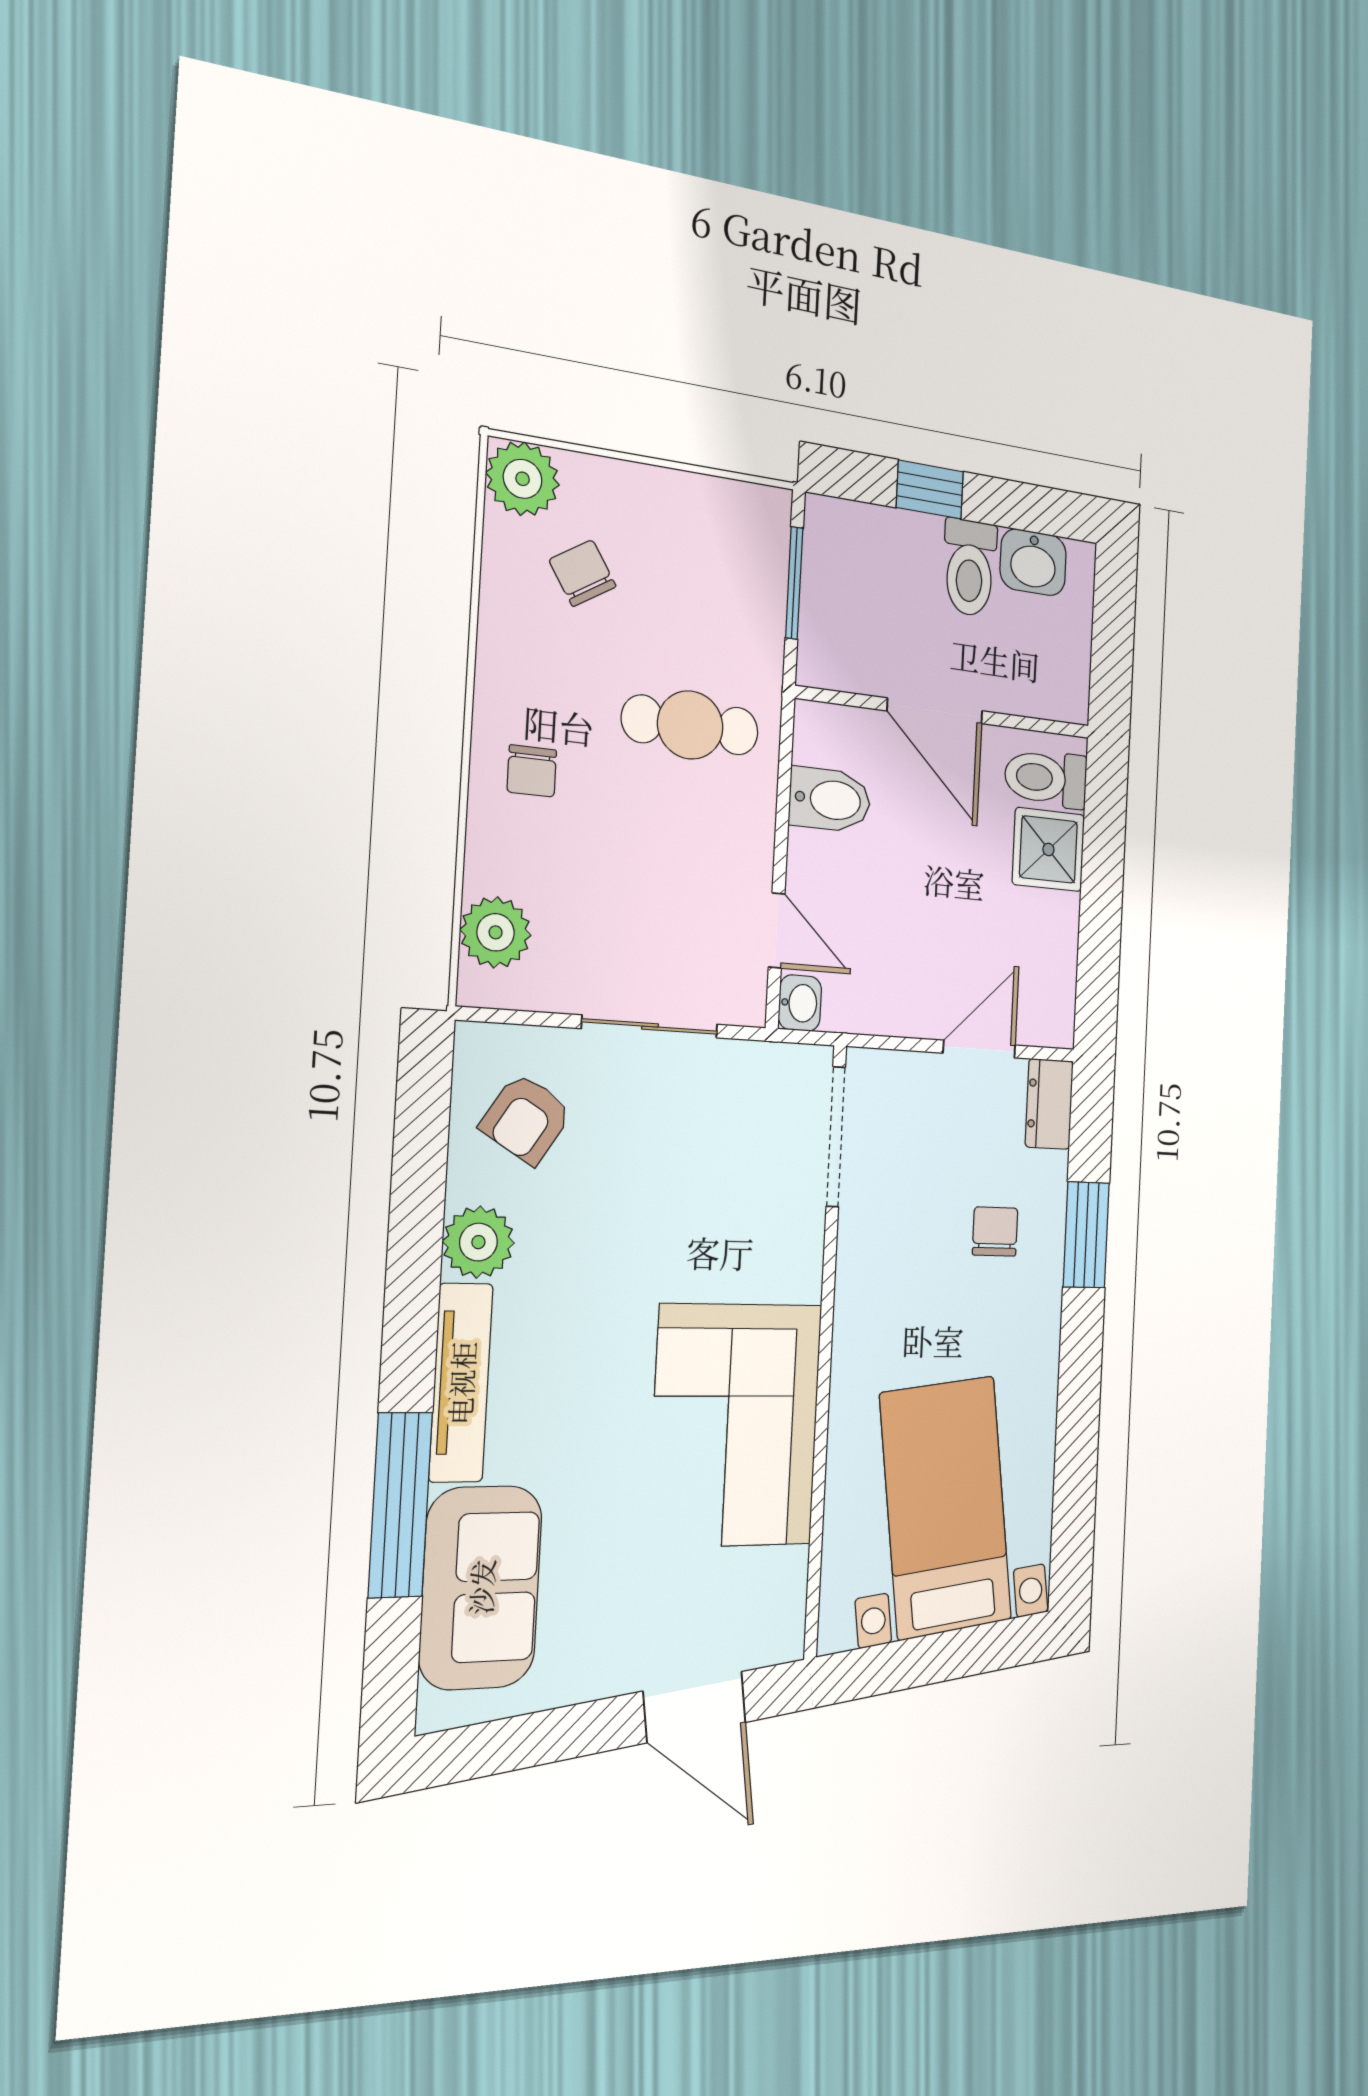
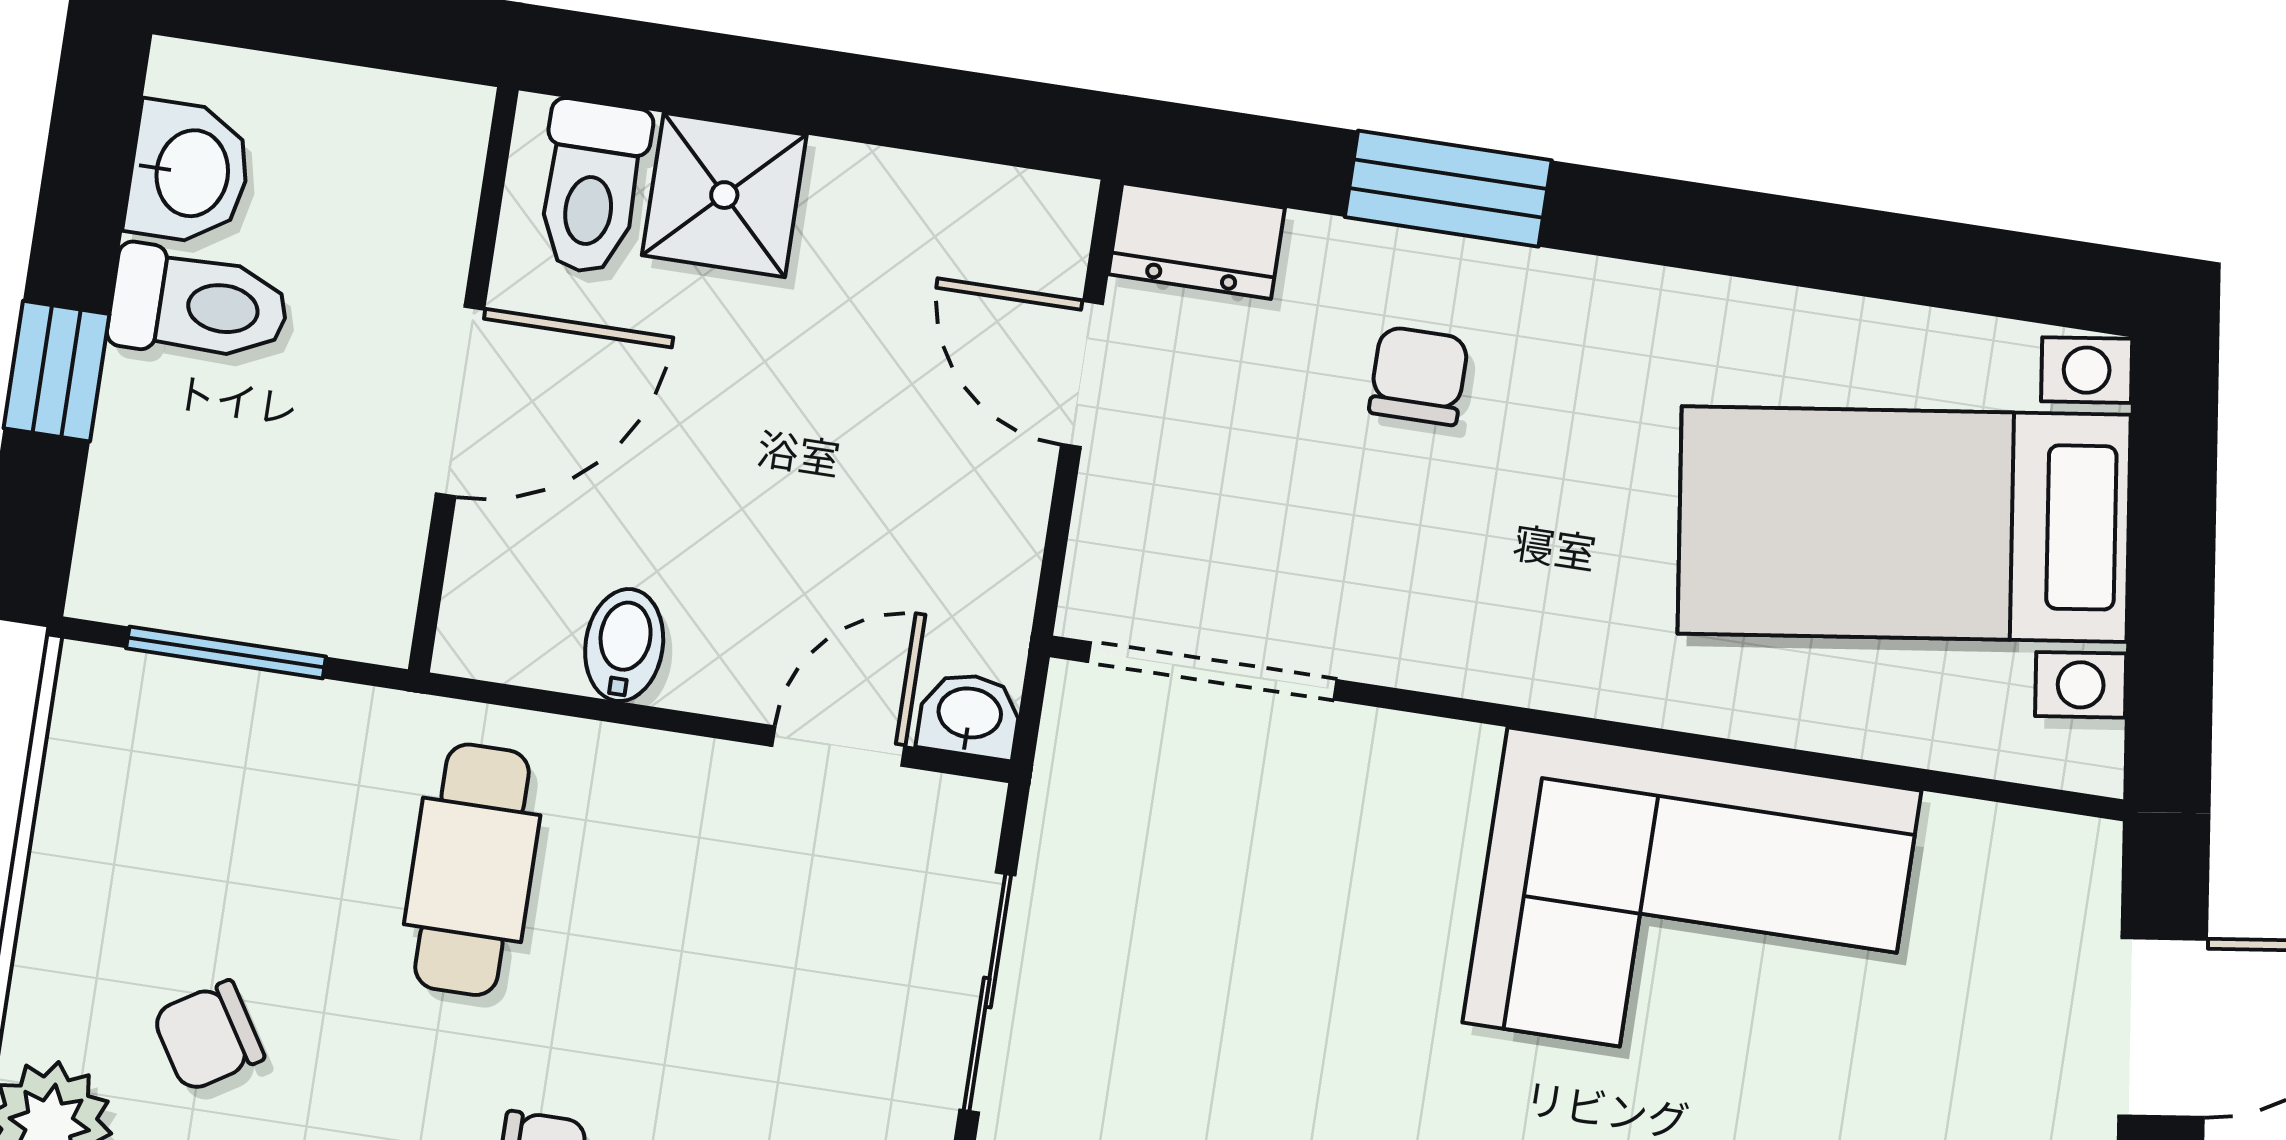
bidet: (830, 800) -> (624, 645), width x0.72, depth x0.74
chair: (995, 1231) -> (1419, 376), turned 90

